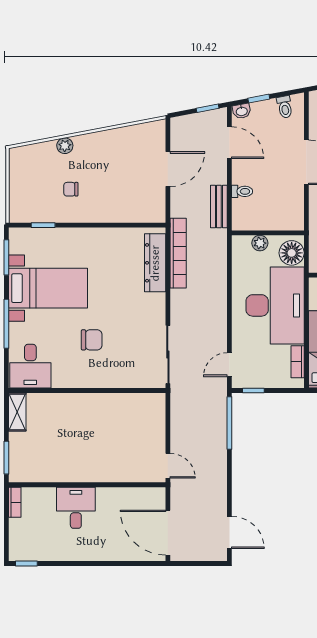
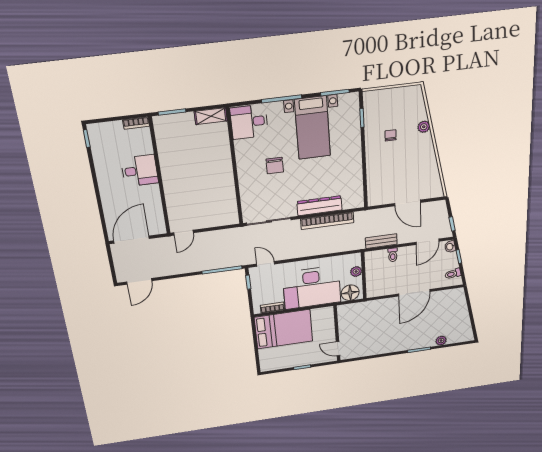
bookcase: (178, 253) -> (327, 221), moved
dresser: (155, 263) -> (320, 206), moved

